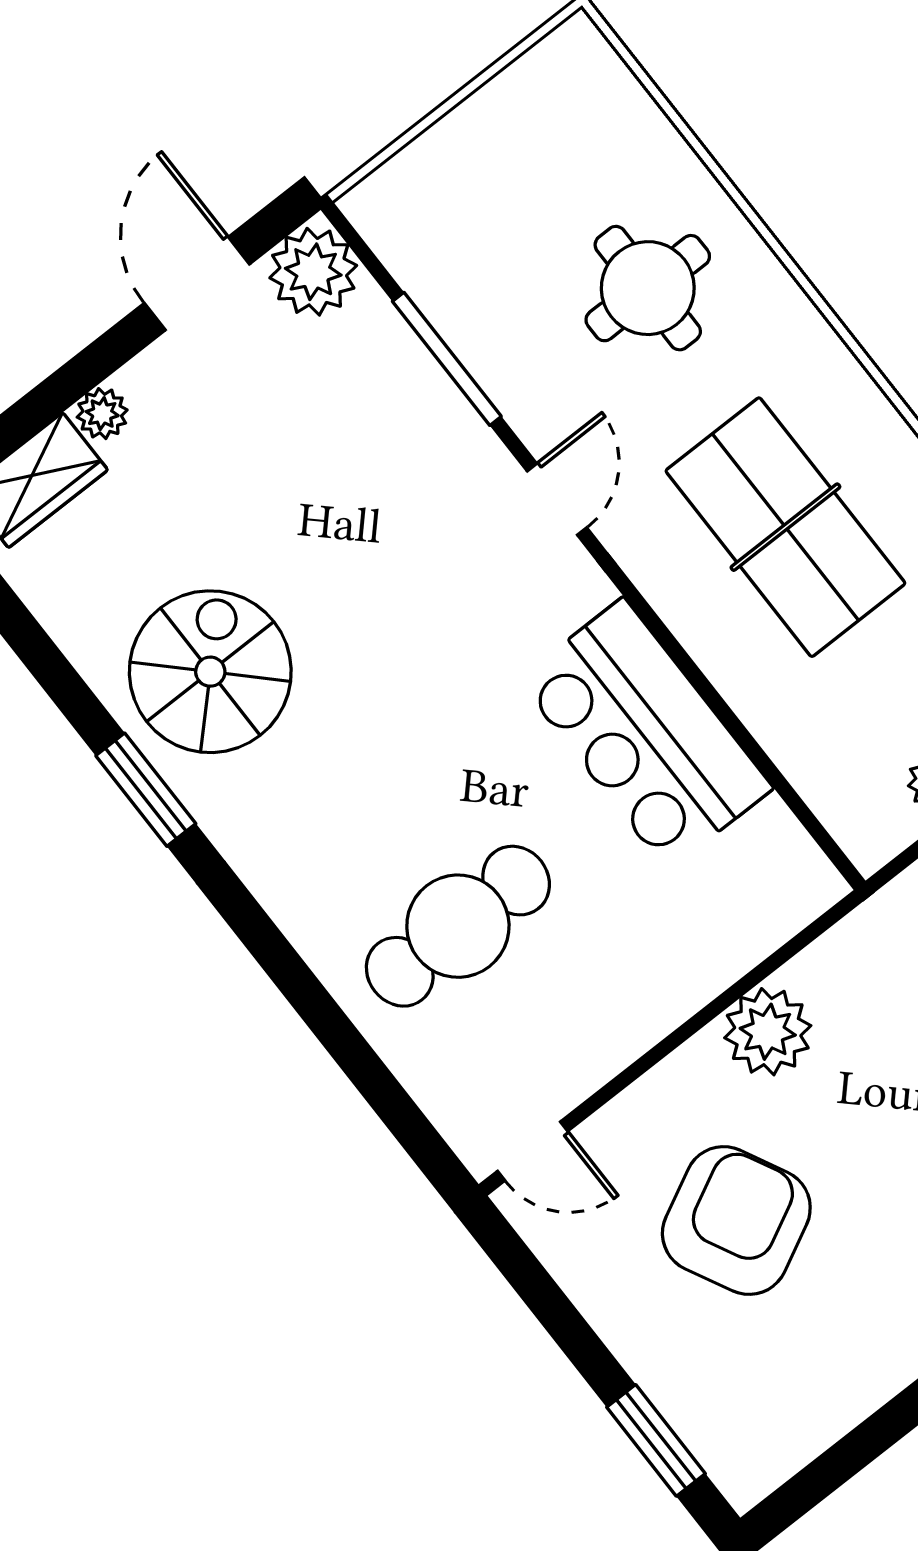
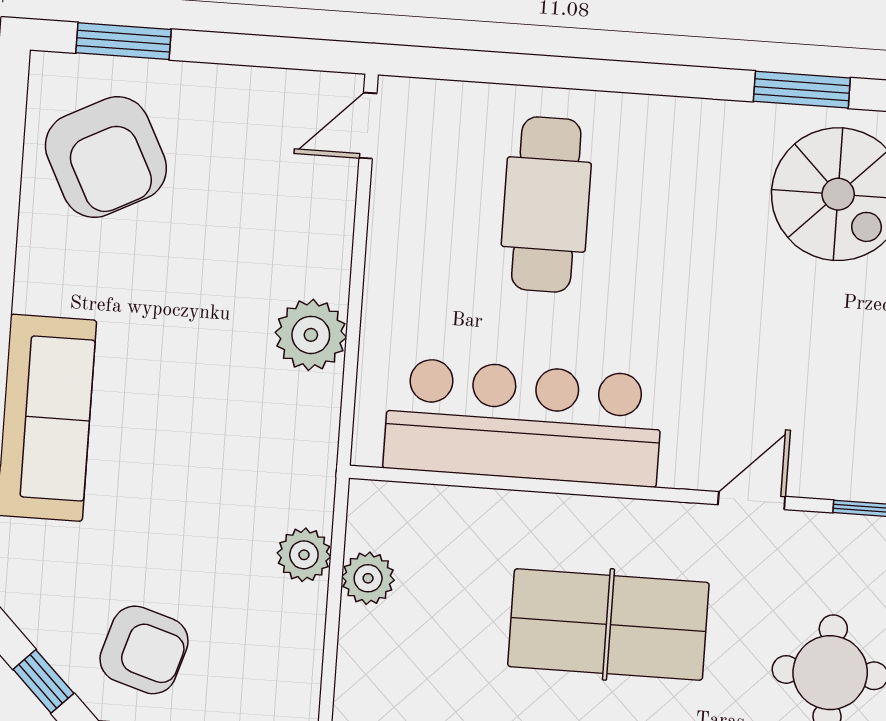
door: (557, 499) -> (752, 501), swing flipped
bar counter: (645, 734) -> (523, 422), width x1.36
armchair: (736, 1221) -> (106, 157), moved

